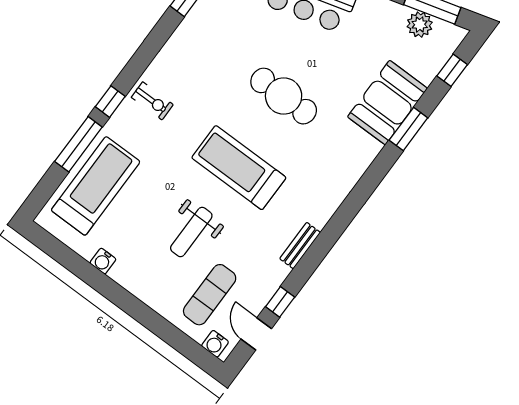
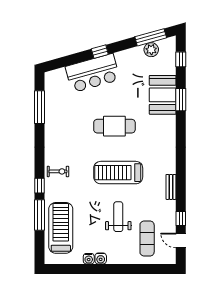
weight bench: (191, 232) -> (118, 217), turned 180
water cooler: (215, 344) -> (101, 258), moved

